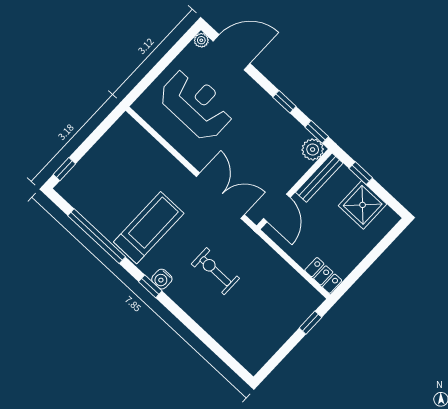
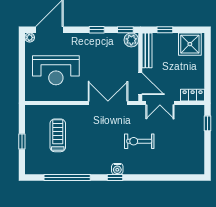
reception desk: (196, 104) -> (56, 70), turned 180
window: (64, 169) -> (22, 142), moved
shower: (363, 205) -> (190, 44), moved
treadmill: (149, 228) -> (58, 135), moved, width x0.73, depth x0.73
double door: (279, 250) -> (160, 103), added

